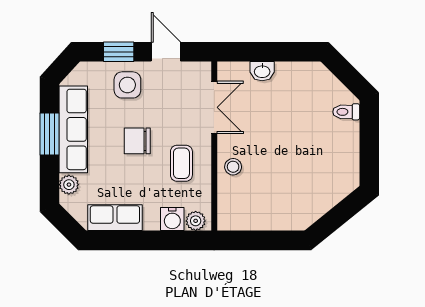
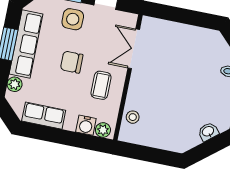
washbasin: (262, 71) -> (208, 132), moved, turned 141
double door: (214, 107) -> (134, 49), swing flipped
stool: (233, 167) -> (133, 117), moved

